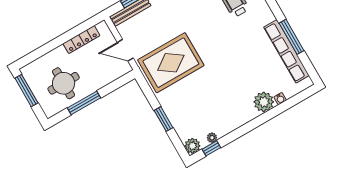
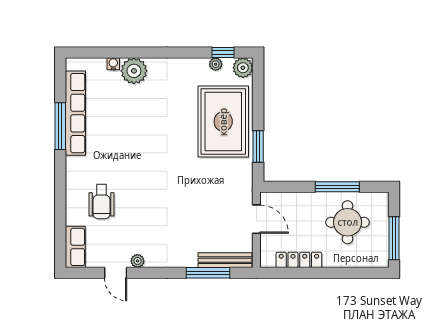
rug: (171, 63) -> (223, 122), moved, turned 90
window: (163, 119) -> (258, 147), moved

